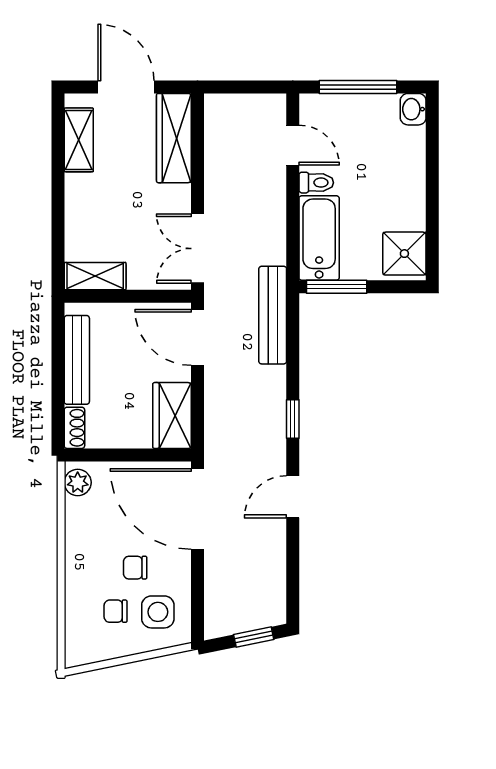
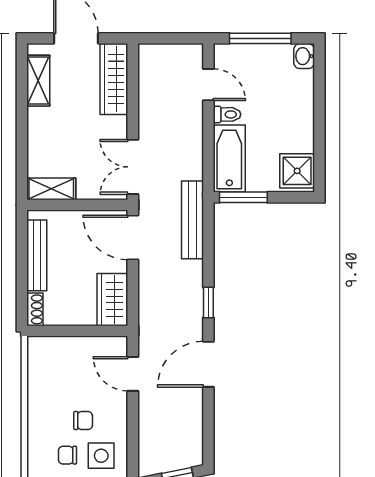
plant: (78, 482) -> (37, 353), removed
door: (293, 497) -> (208, 364), width x1.38
door: (198, 509) -> (133, 374), width x0.53
chair: (135, 568) -> (83, 421), turned 180

